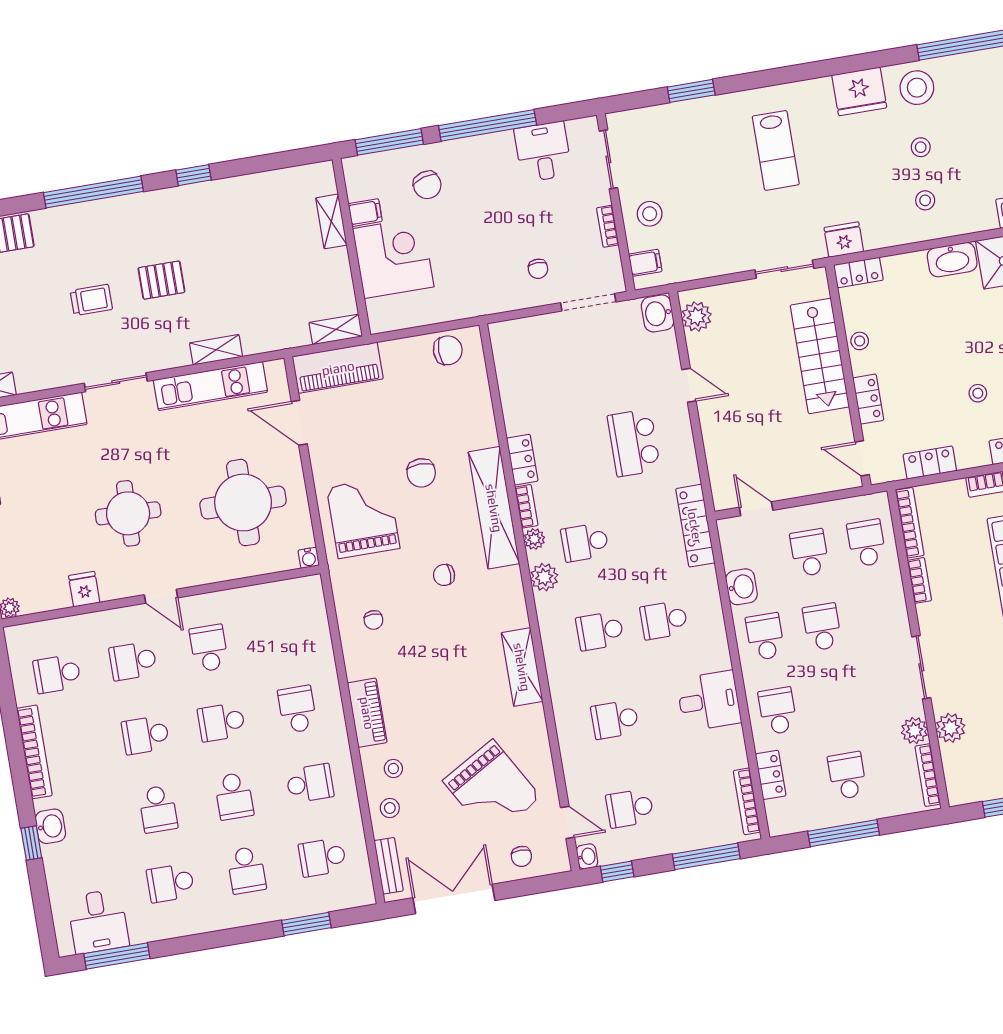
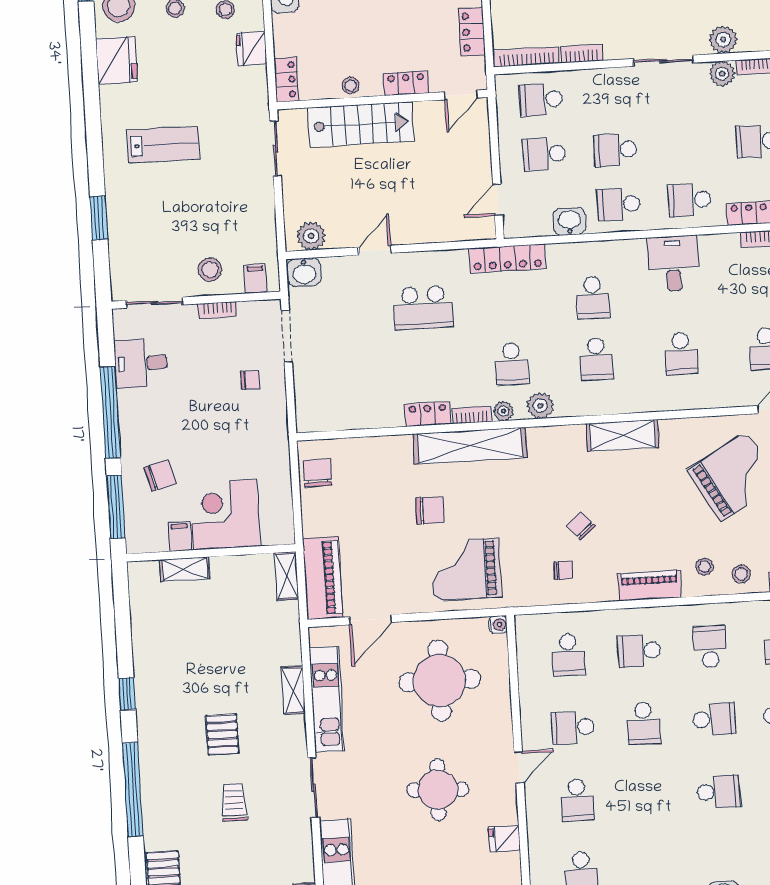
fridge: (844, 240) -> (252, 49), moved
chair: (444, 575) -> (581, 526), moved, turned 139
school desk: (145, 735) -> (568, 655), moved

